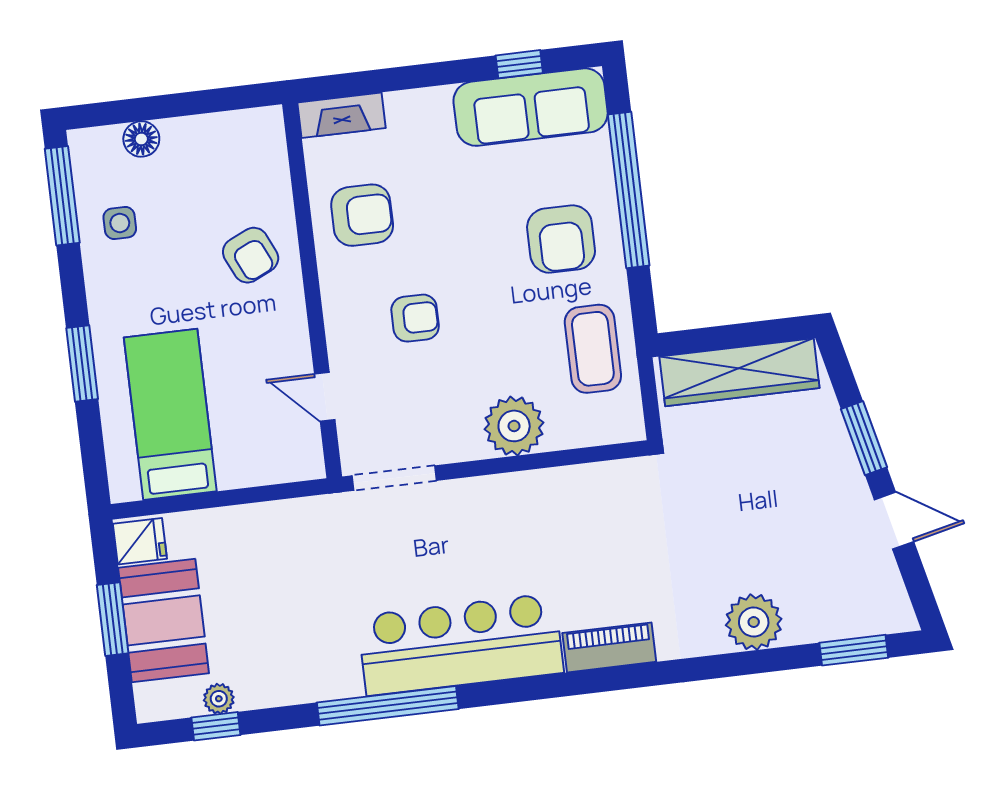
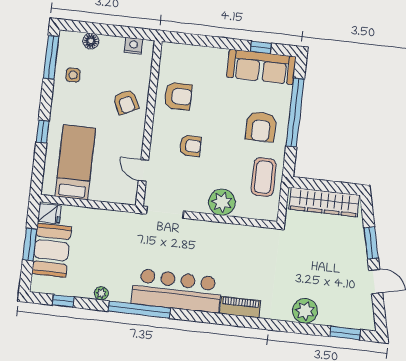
fireplace: (342, 115) -> (179, 51), removed
nightstand: (238, 127) -> (133, 46), added
window: (82, 363) -> (43, 131), width x0.67
plant: (219, 699) -> (101, 293), moved

